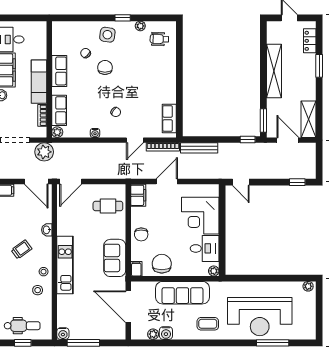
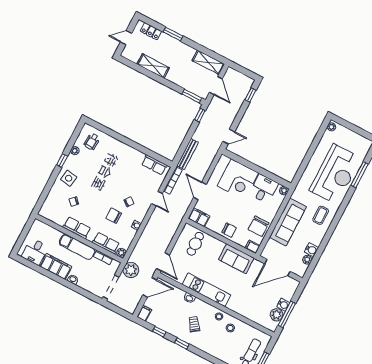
chair: (105, 67) -> (114, 216), moved
shelving: (274, 71) -> (153, 66), width x0.68
door: (288, 140) -> (216, 86), swing flipped
chair: (162, 264) -> (259, 226), turned -90
kitchen unit: (65, 265) -> (206, 290), moved
plant: (77, 332) -> (277, 315), added
water cooler: (63, 334) -> (283, 305), moved

